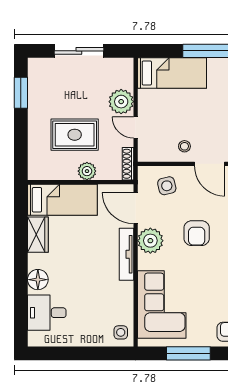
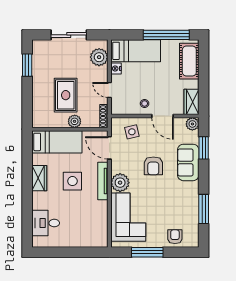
nightstand: (145, 98) -> (116, 69), added
plant: (121, 102) -> (99, 57), moved
rug: (75, 135) -> (66, 95), turned 90
wardrobe: (38, 235) -> (39, 178), moved
plant: (150, 241) -> (120, 183), moved
floor lamp: (38, 280) -> (39, 199), removed
side table: (121, 332) -> (72, 181), moved, width x1.87, depth x1.87

